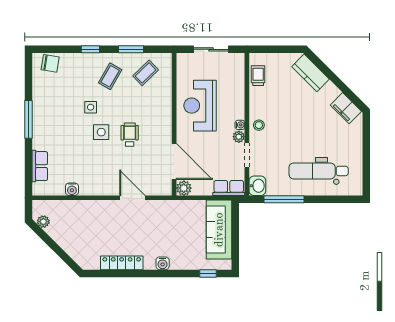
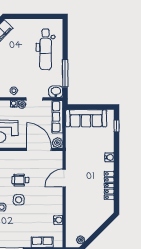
door: (174, 161) -> (39, 149), hinge flipped
row of seats: (229, 188) -> (57, 117), width x1.48

